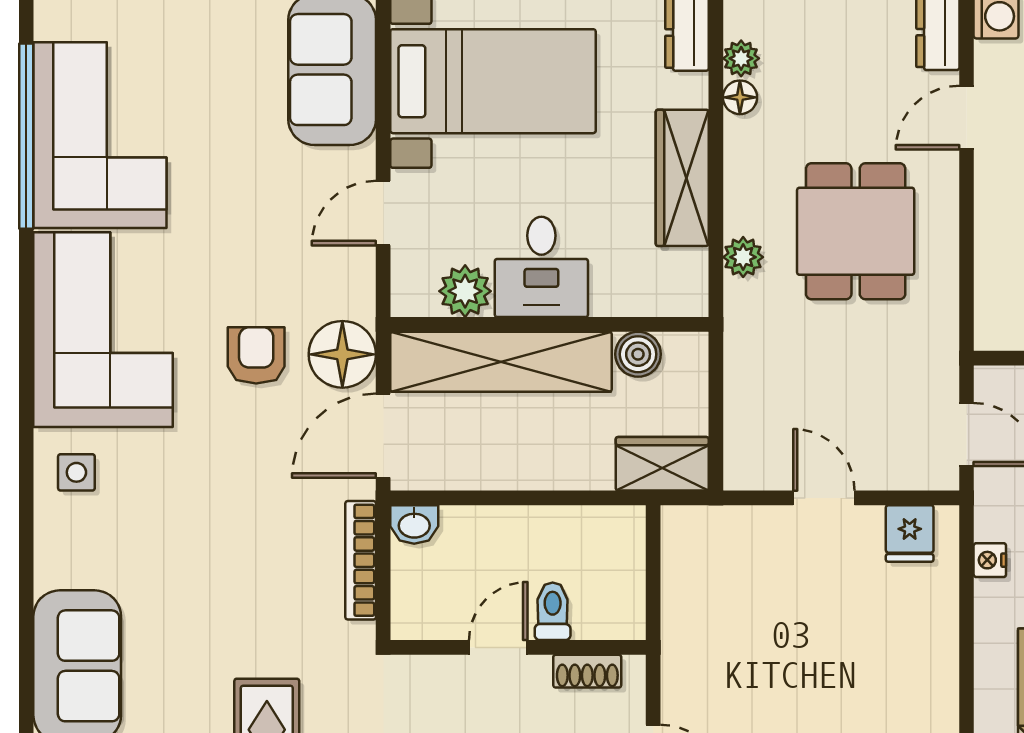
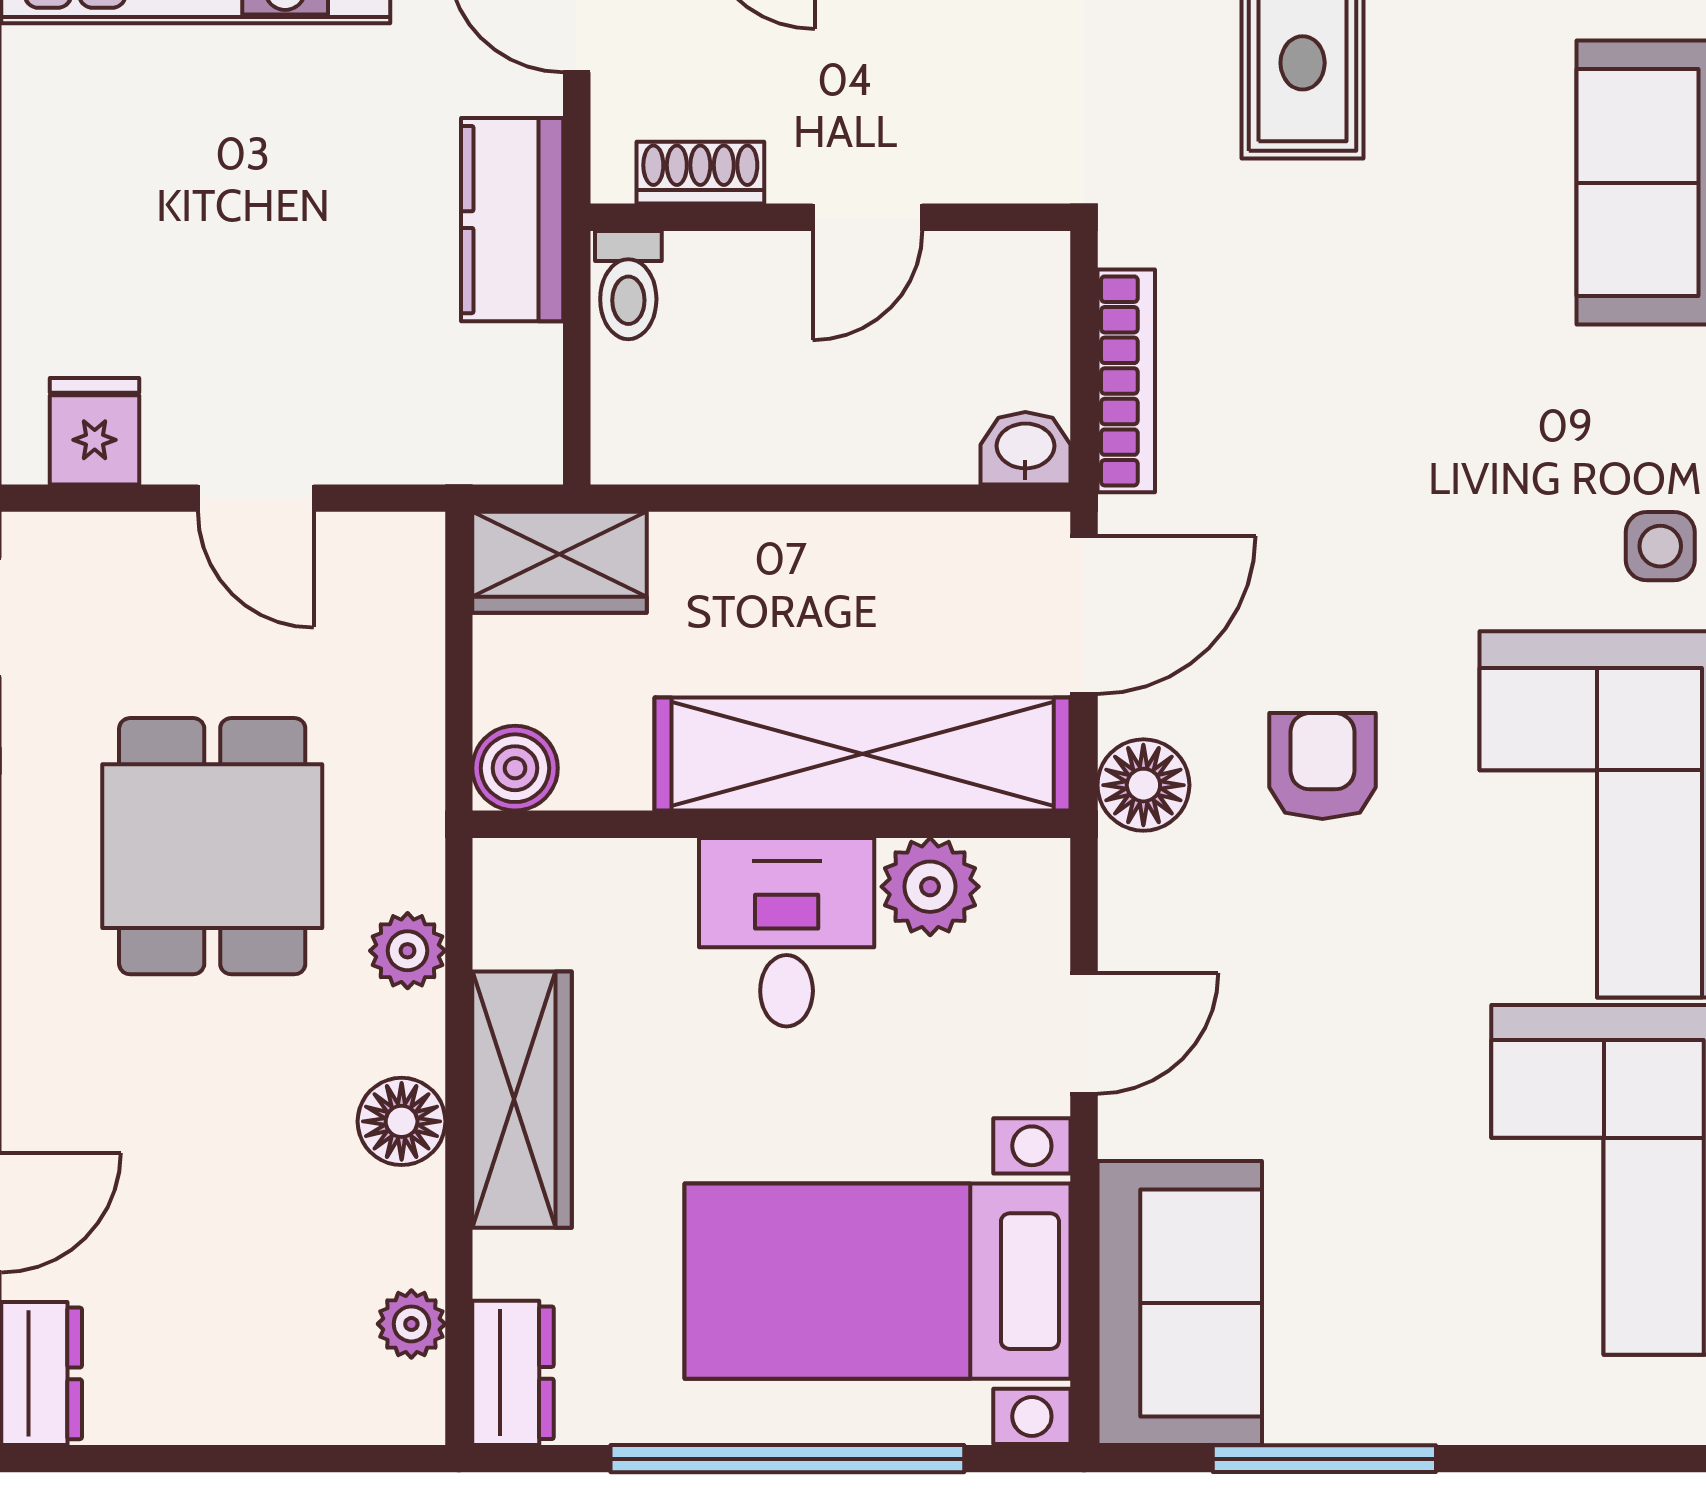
floor lamp: (740, 97) -> (402, 1121), moved, width x1.37, depth x1.37
dining table: (856, 231) -> (212, 846), moved
floor lamp: (342, 354) -> (1143, 785), width x0.73, depth x0.73
boiler: (638, 354) -> (515, 768), moved
armchair: (256, 355) -> (1322, 766), turned 180
toilet: (553, 611) -> (628, 285), moved
kitchen counter: (687, 646) -> (512, 220), added

